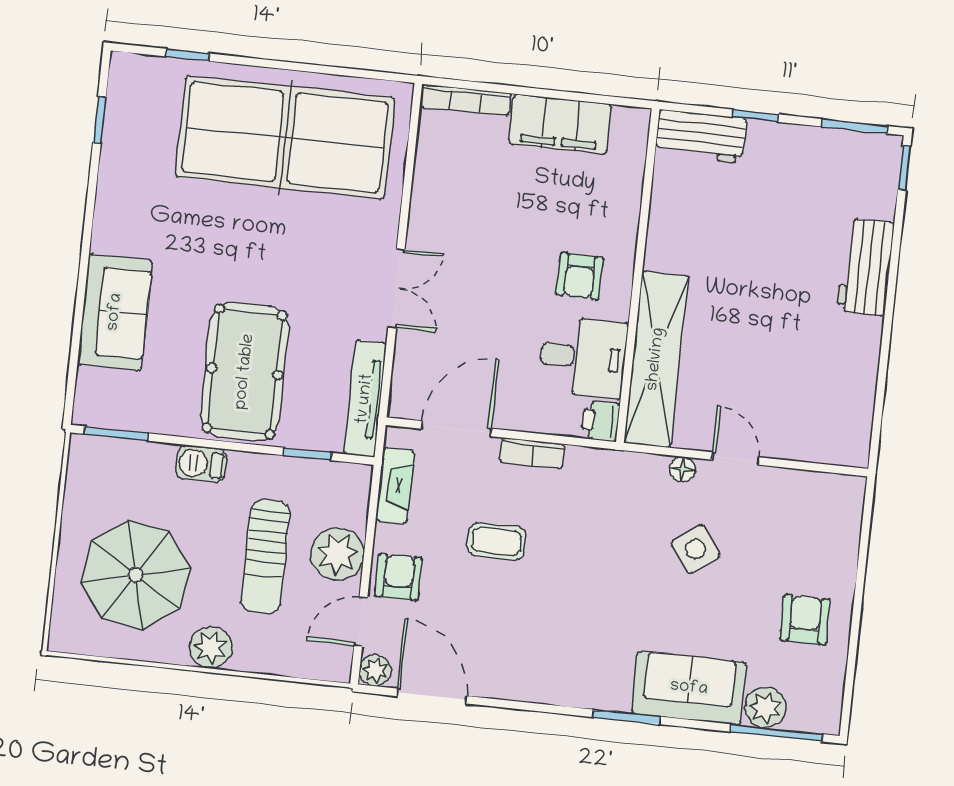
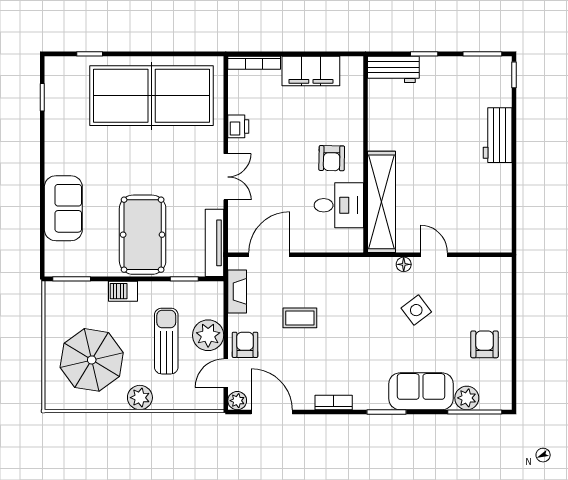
printer: (601, 421) -> (238, 126), moved, turned 180
bookcase: (532, 453) -> (334, 402), moved, turned 180
sun lounger: (266, 556) -> (166, 341), turned 180

